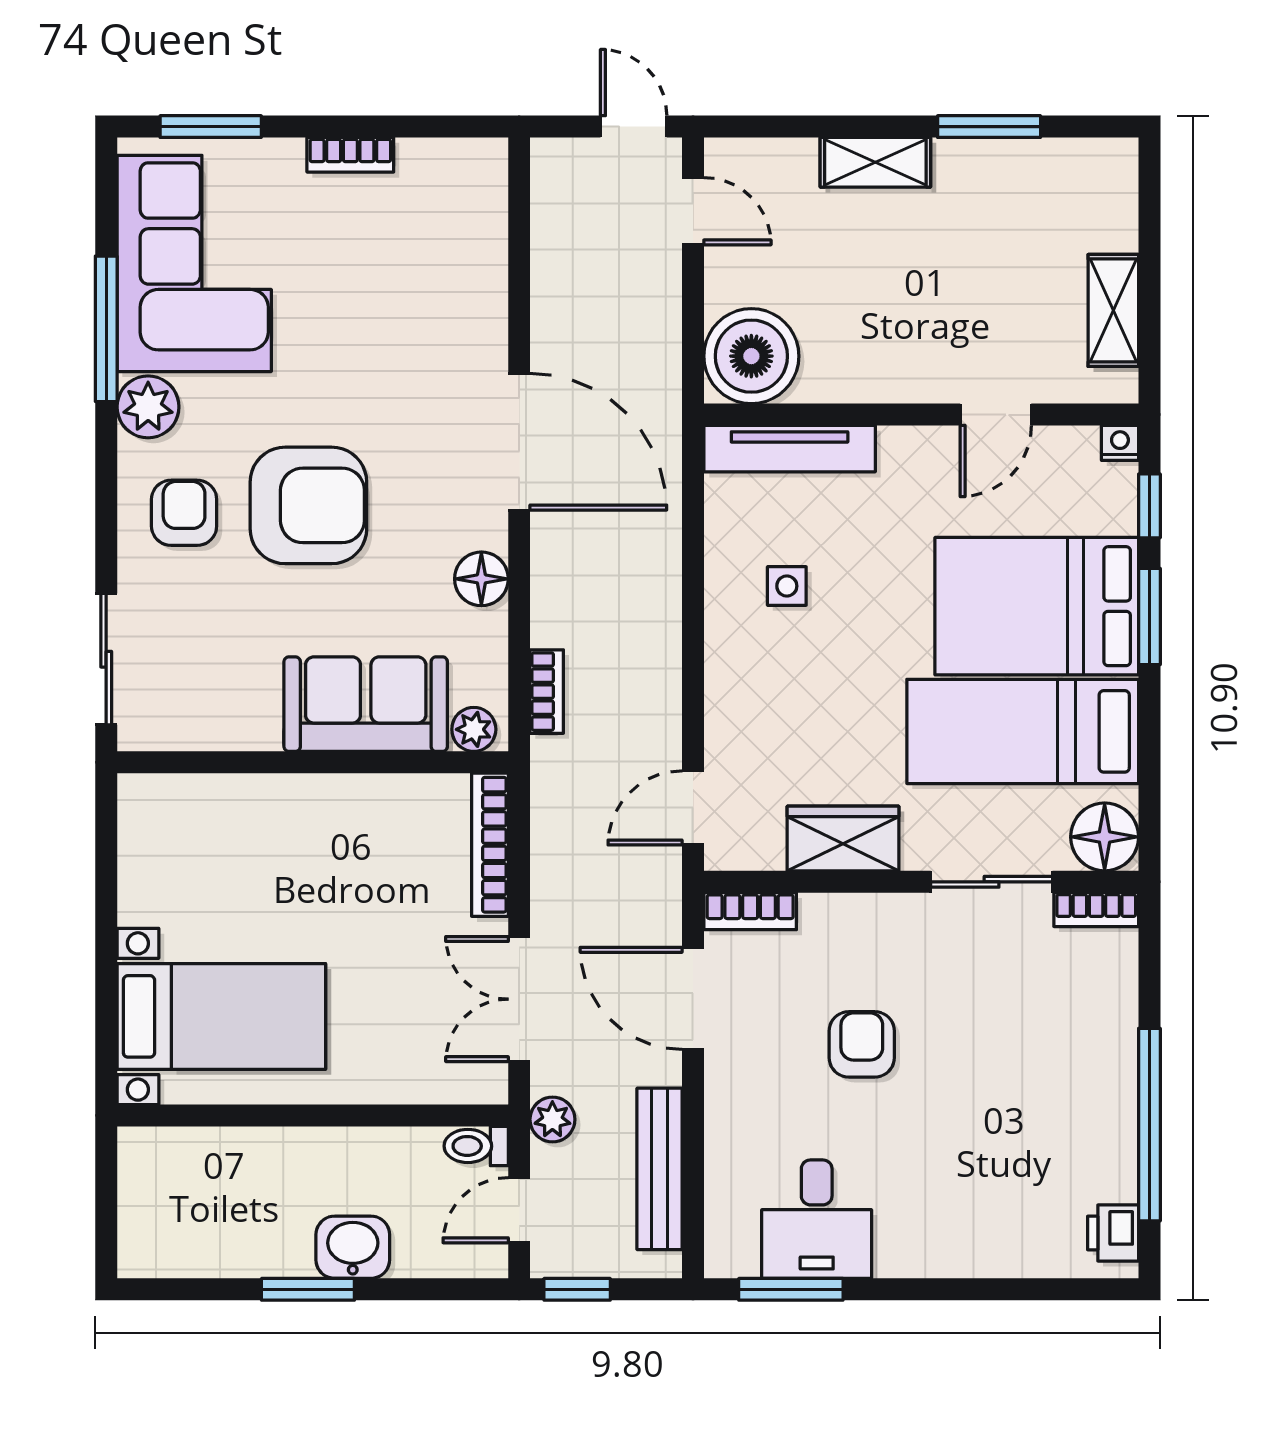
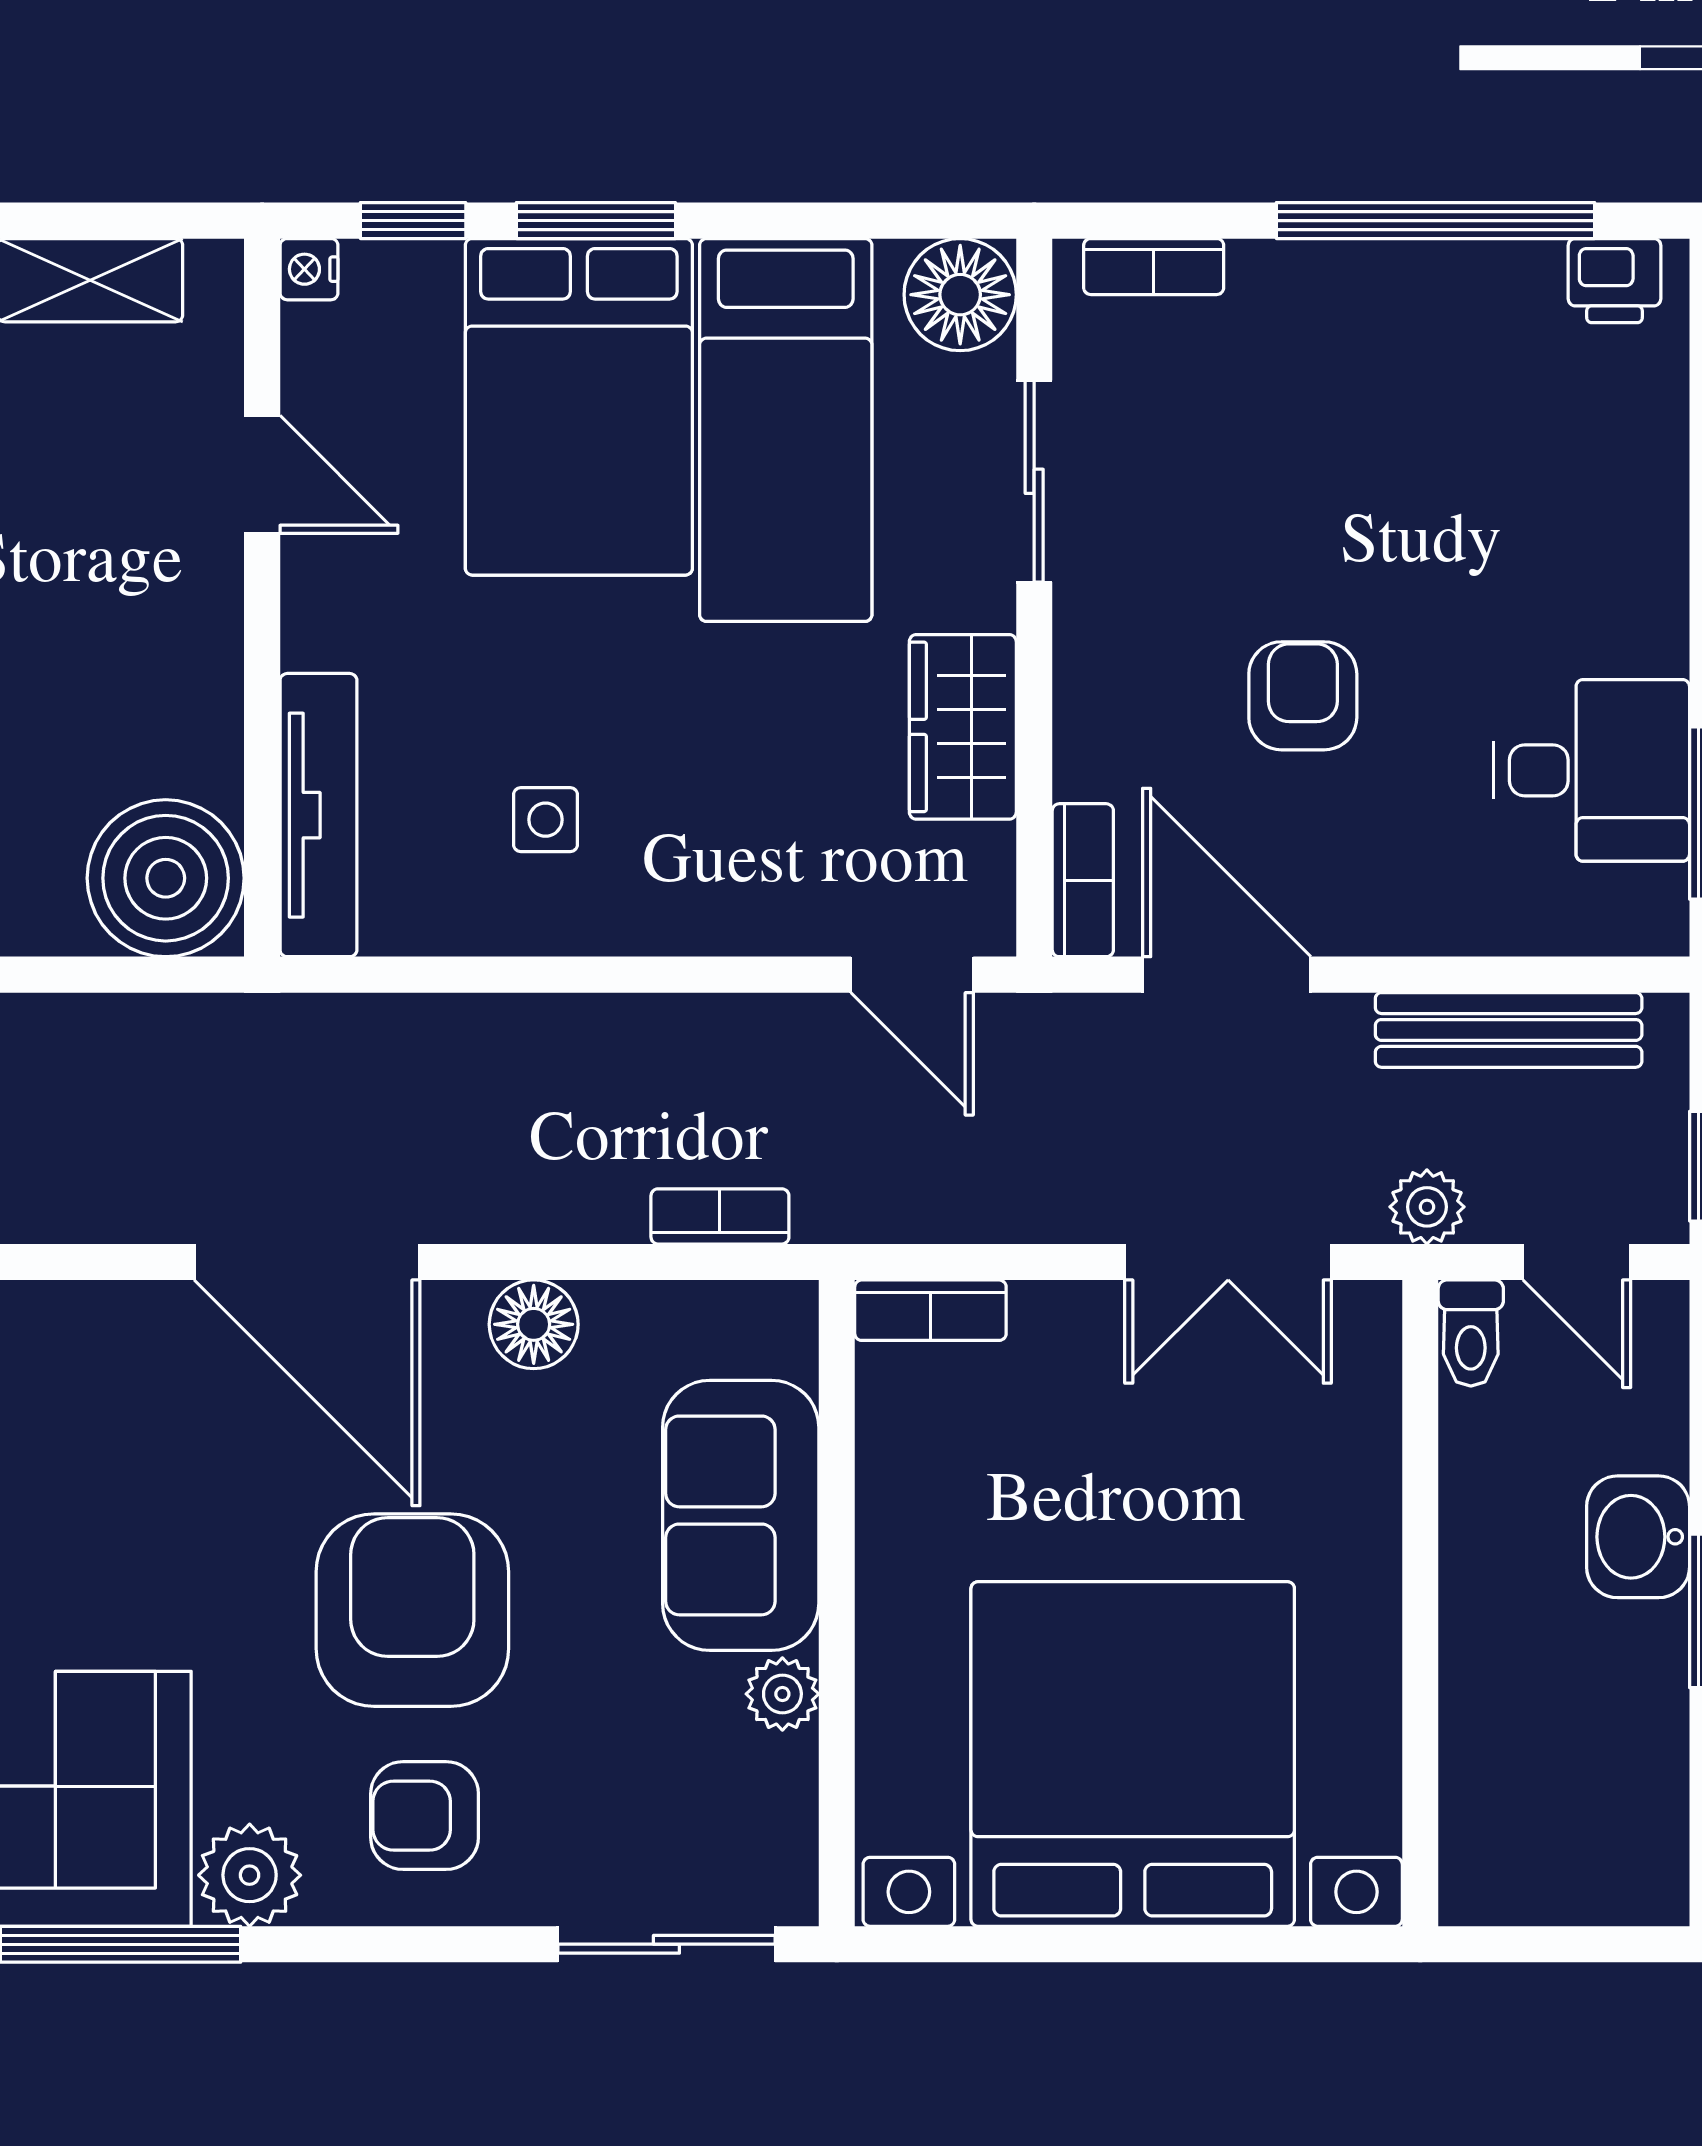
door: (519, 442) -> (307, 1262), swing flipped
plant: (474, 729) -> (782, 1694), moved
bookcase: (490, 845) -> (930, 1310), width x0.64
bookcase: (1096, 910) -> (1154, 267), moved, turned 90
door: (693, 998) -> (1227, 975), swing flipped
bed with nightstands: (221, 1016) -> (1133, 1754), width x1.85
armchair: (862, 1044) -> (1303, 696), turned 90

